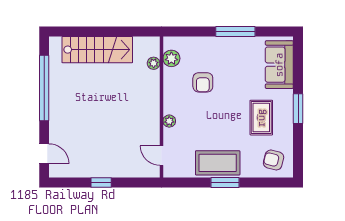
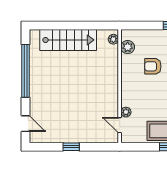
plant: (154, 63) -> (113, 39), moved
armchair: (203, 82) -> (153, 66), turned 90
plant: (169, 121) -> (126, 112), moved

